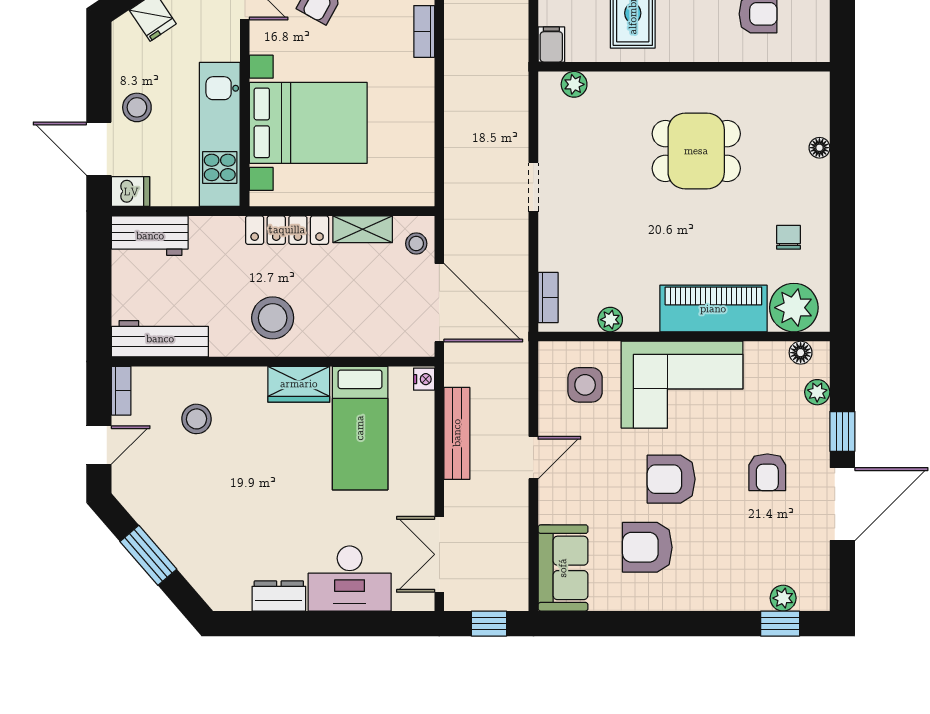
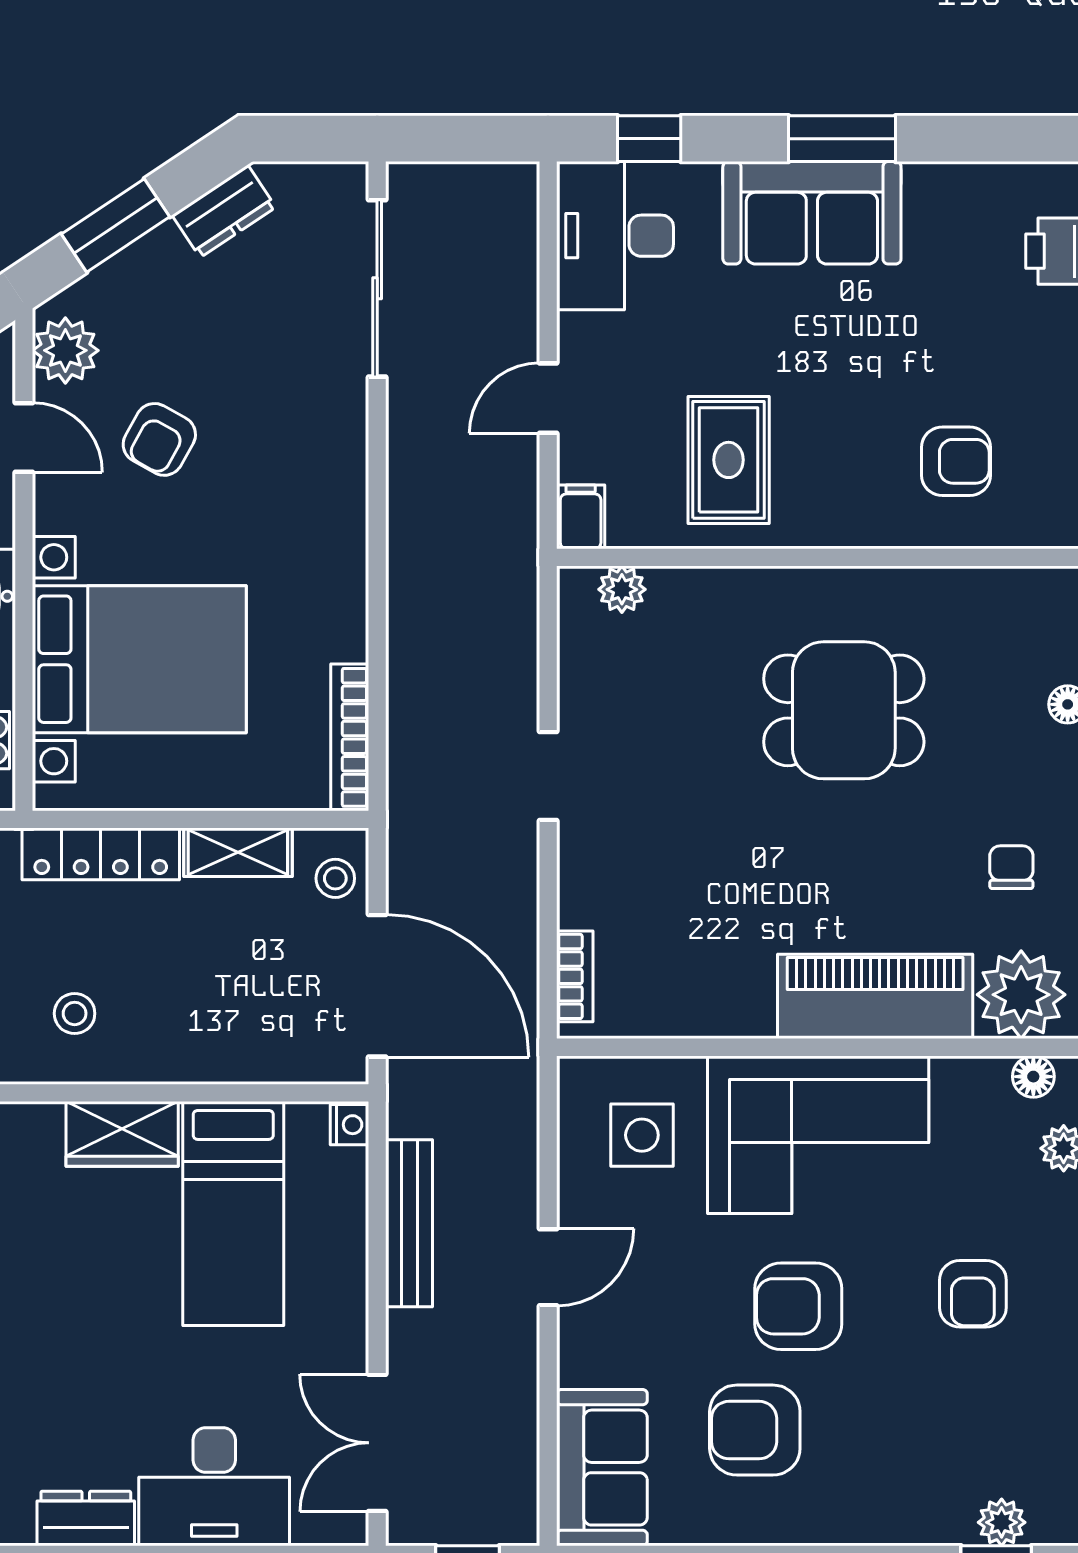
bookcase: (424, 31) -> (350, 737), moved, width x1.56
stool: (273, 318) -> (75, 1013), width x0.53, depth x0.53
plant: (610, 320) -> (688, 1016), removed

